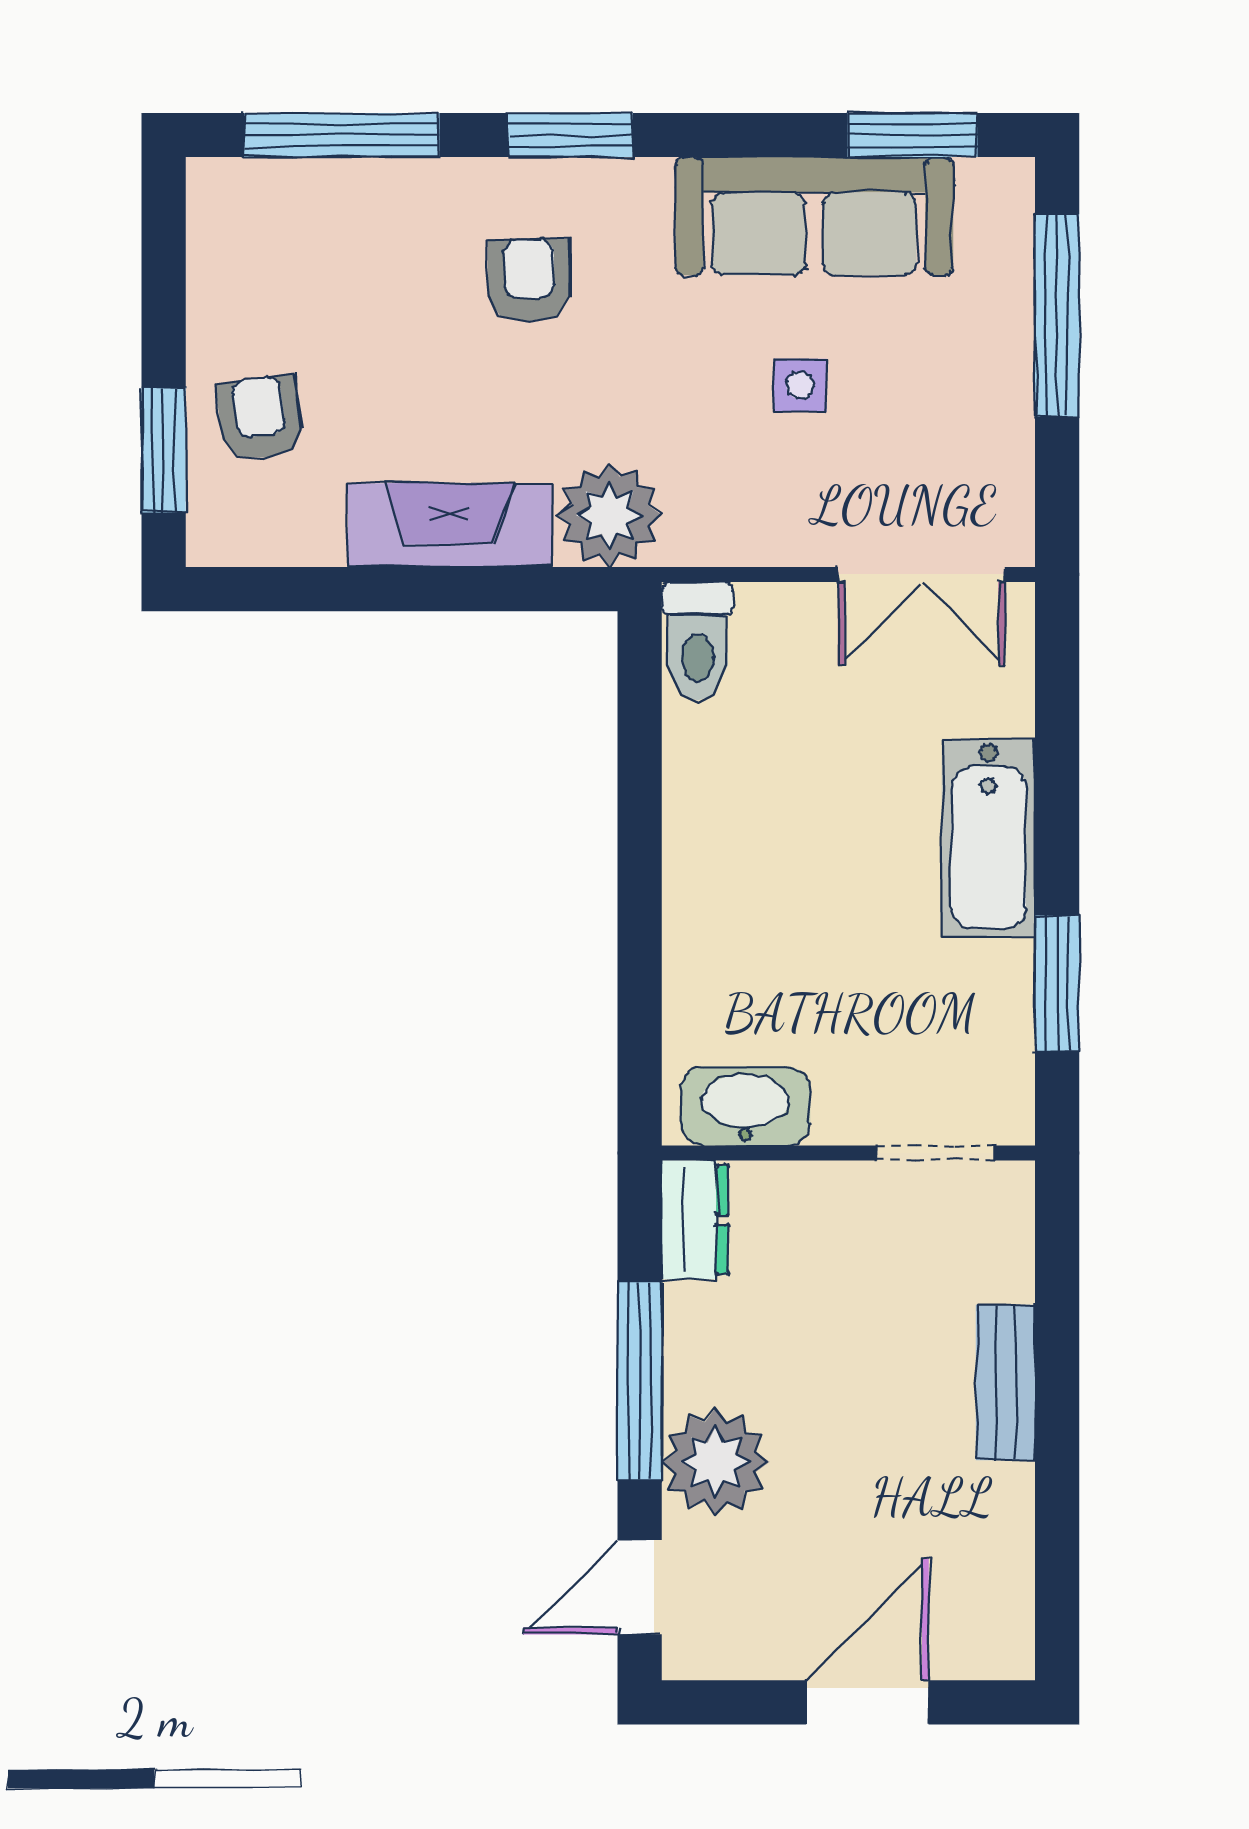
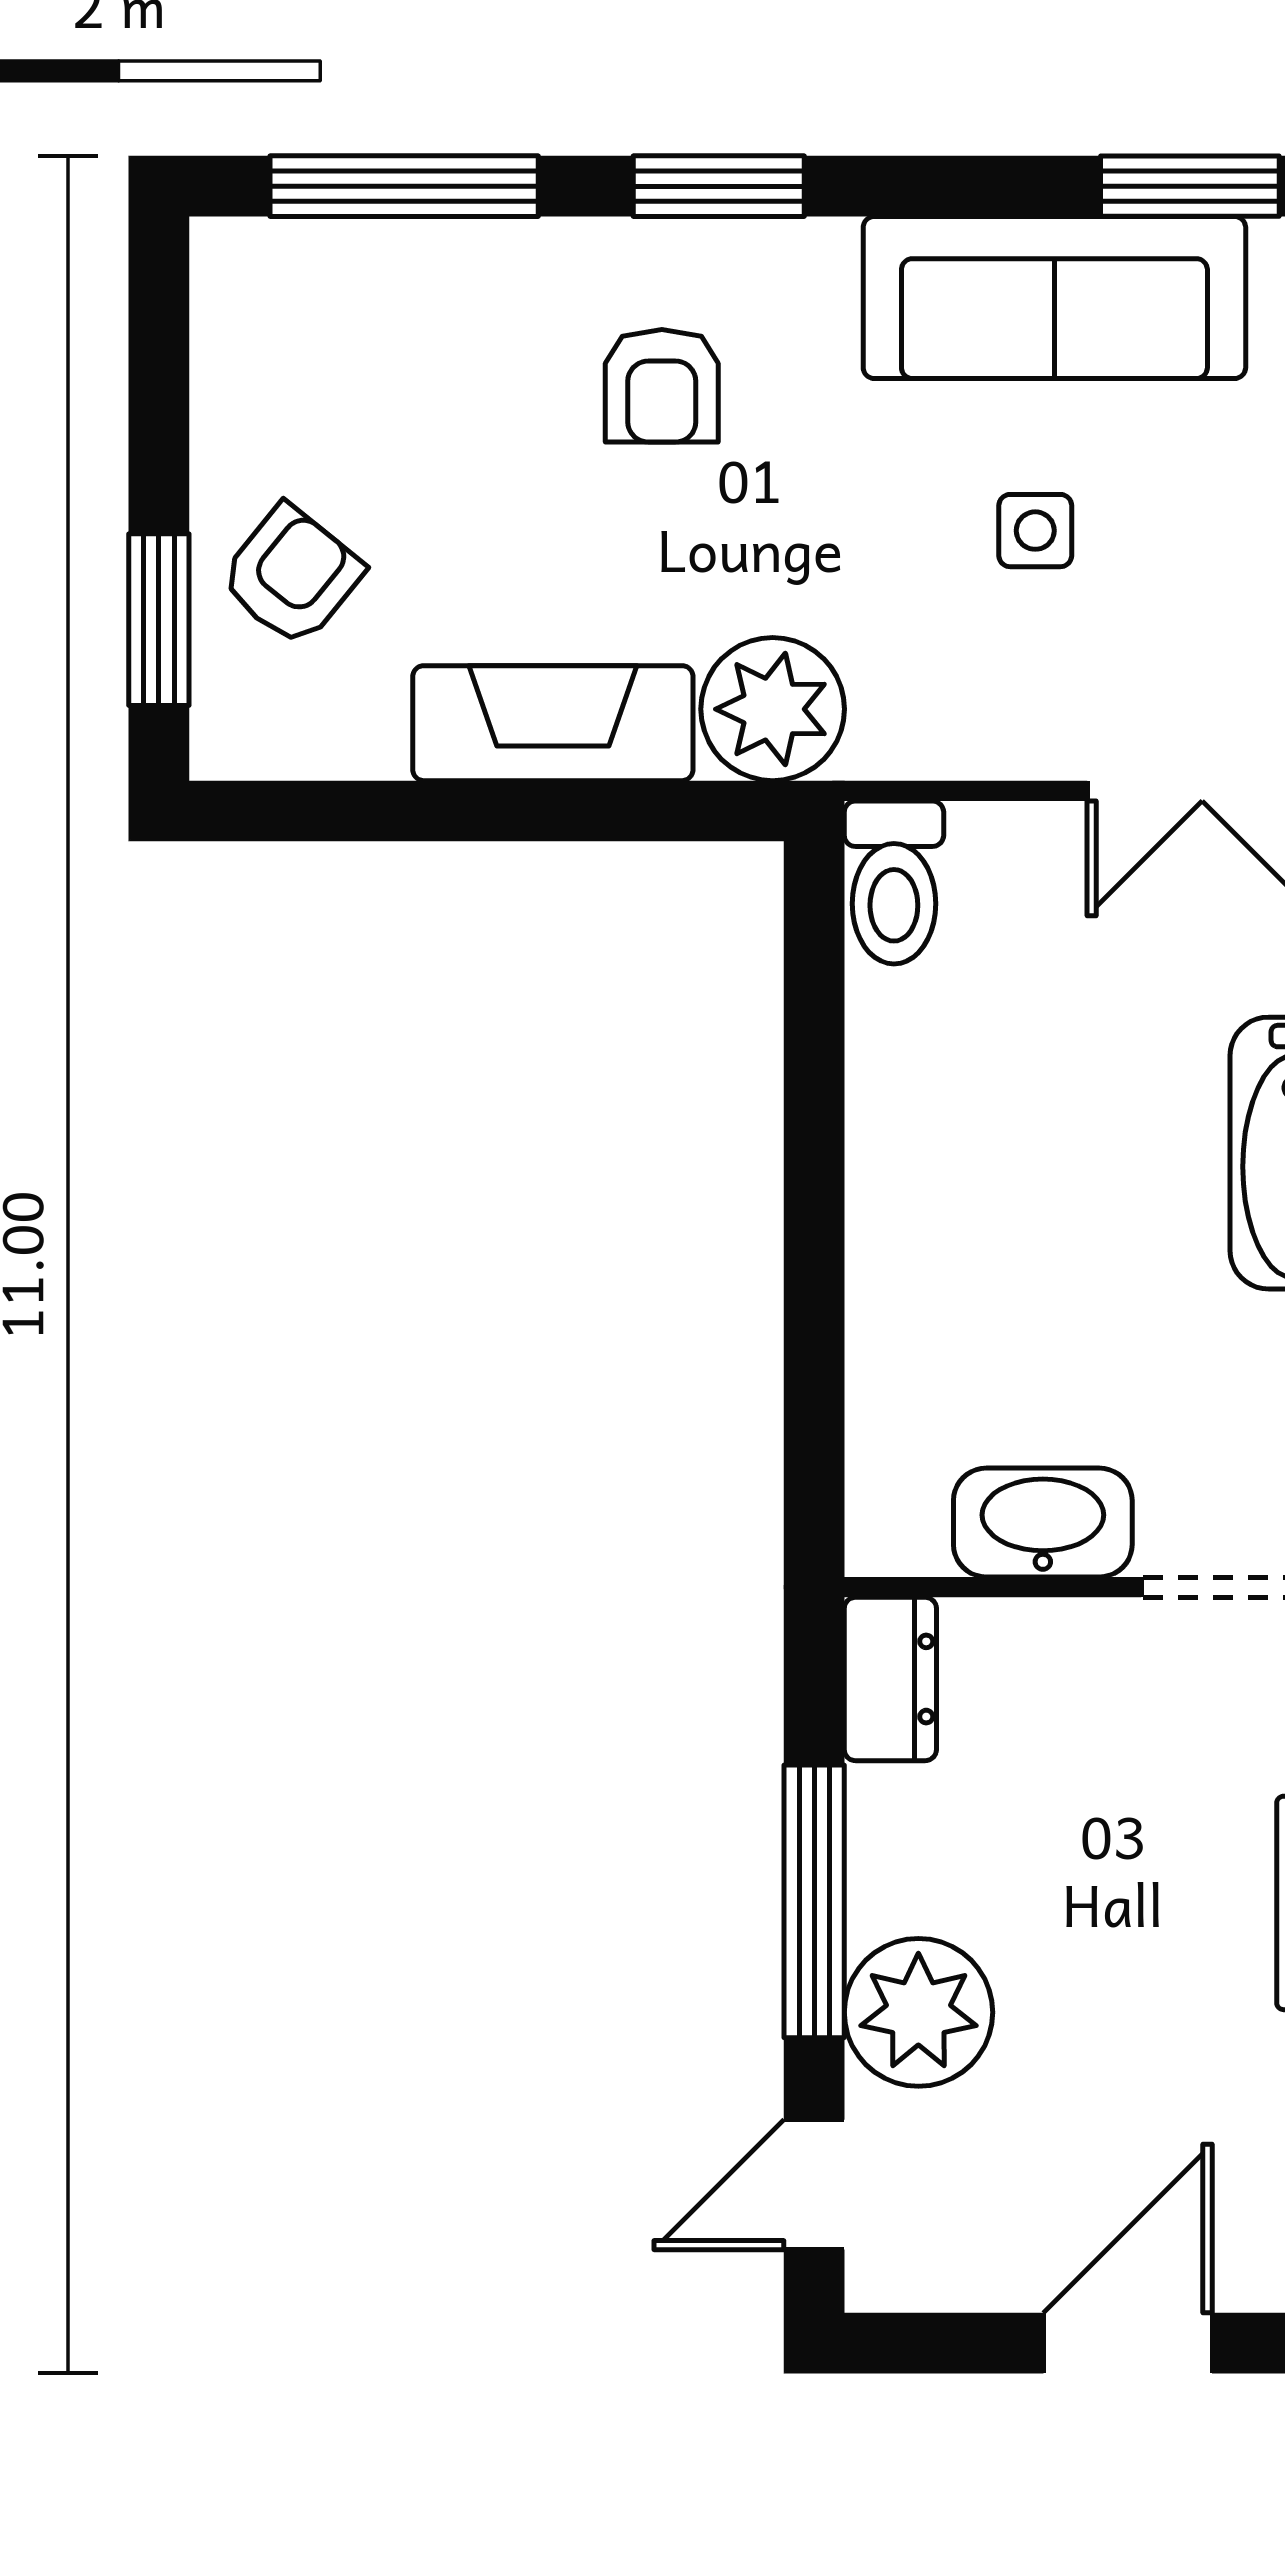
armchair: (529, 280) -> (662, 386), turned 180
armchair: (260, 418) -> (292, 576), turned 47
washbasin: (745, 1106) -> (1043, 1523), moved

